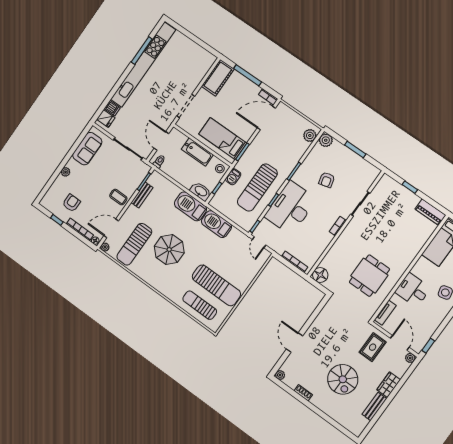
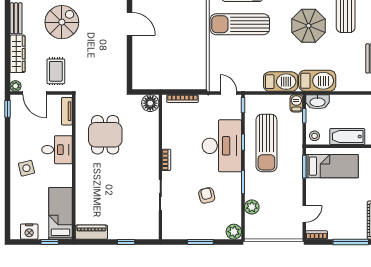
door: (266, 118) -> (304, 214), width x0.53
plant: (310, 135) -> (252, 207), moved
barbecue: (233, 177) -> (296, 103), moved
sun lounger: (257, 188) -> (266, 143), turned 180
spiral stairs: (343, 379) -> (62, 22), turned 90
wardrobe: (389, 385) -> (17, 54), width x1.50

